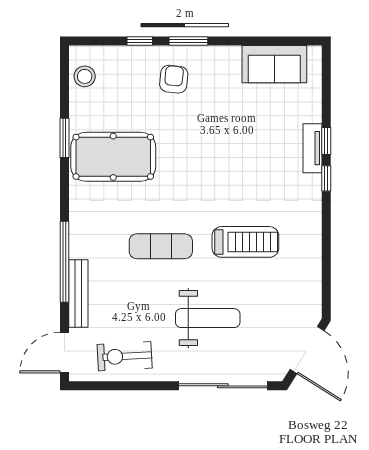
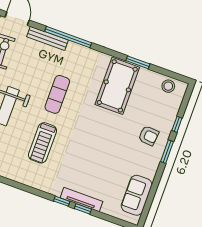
tv unit: (312, 148) -> (82, 200), width x1.41

